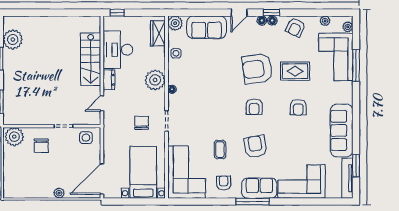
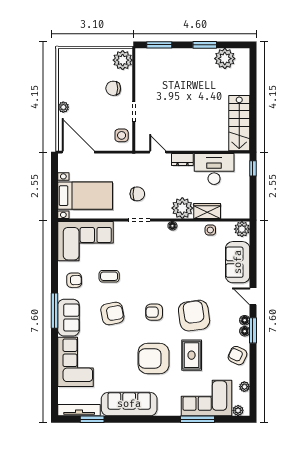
window: (272, 13) -> (253, 330), width x1.50
wardrobe: (158, 33) -> (207, 211), moved
stairs: (91, 59) -> (239, 123), moved, turned -90
armchair: (298, 107) -> (154, 359), width x1.88, depth x1.88

